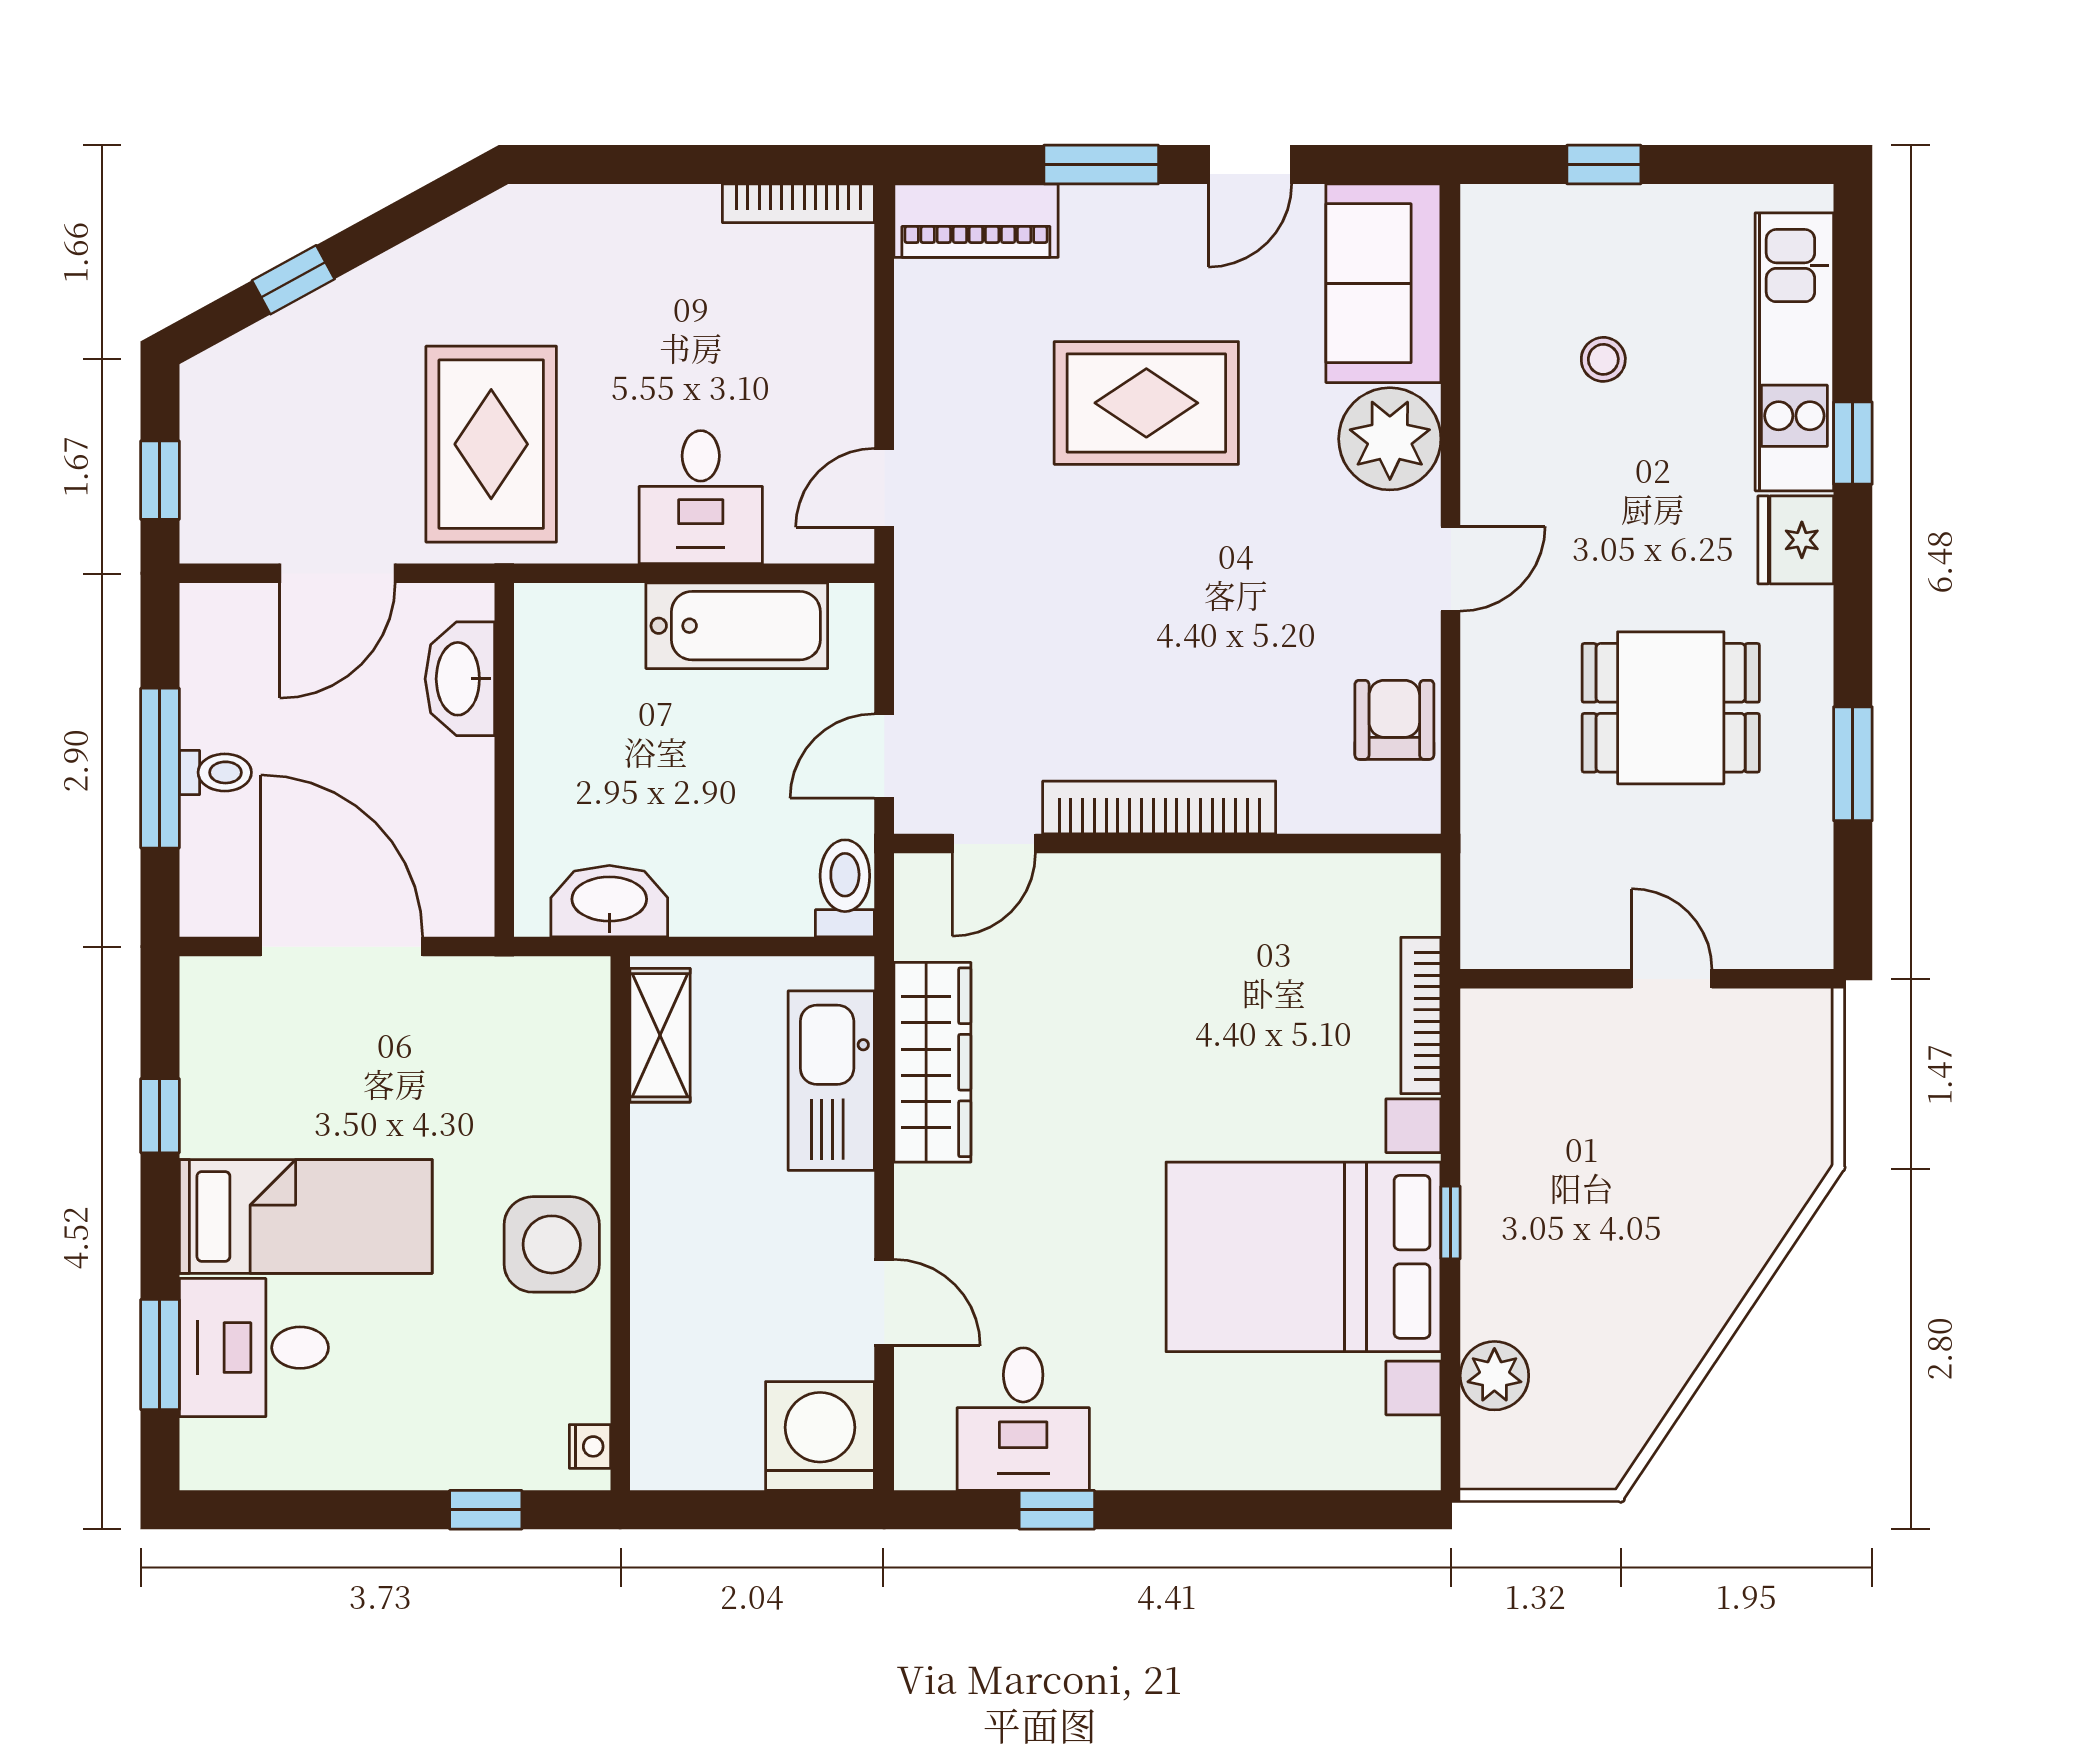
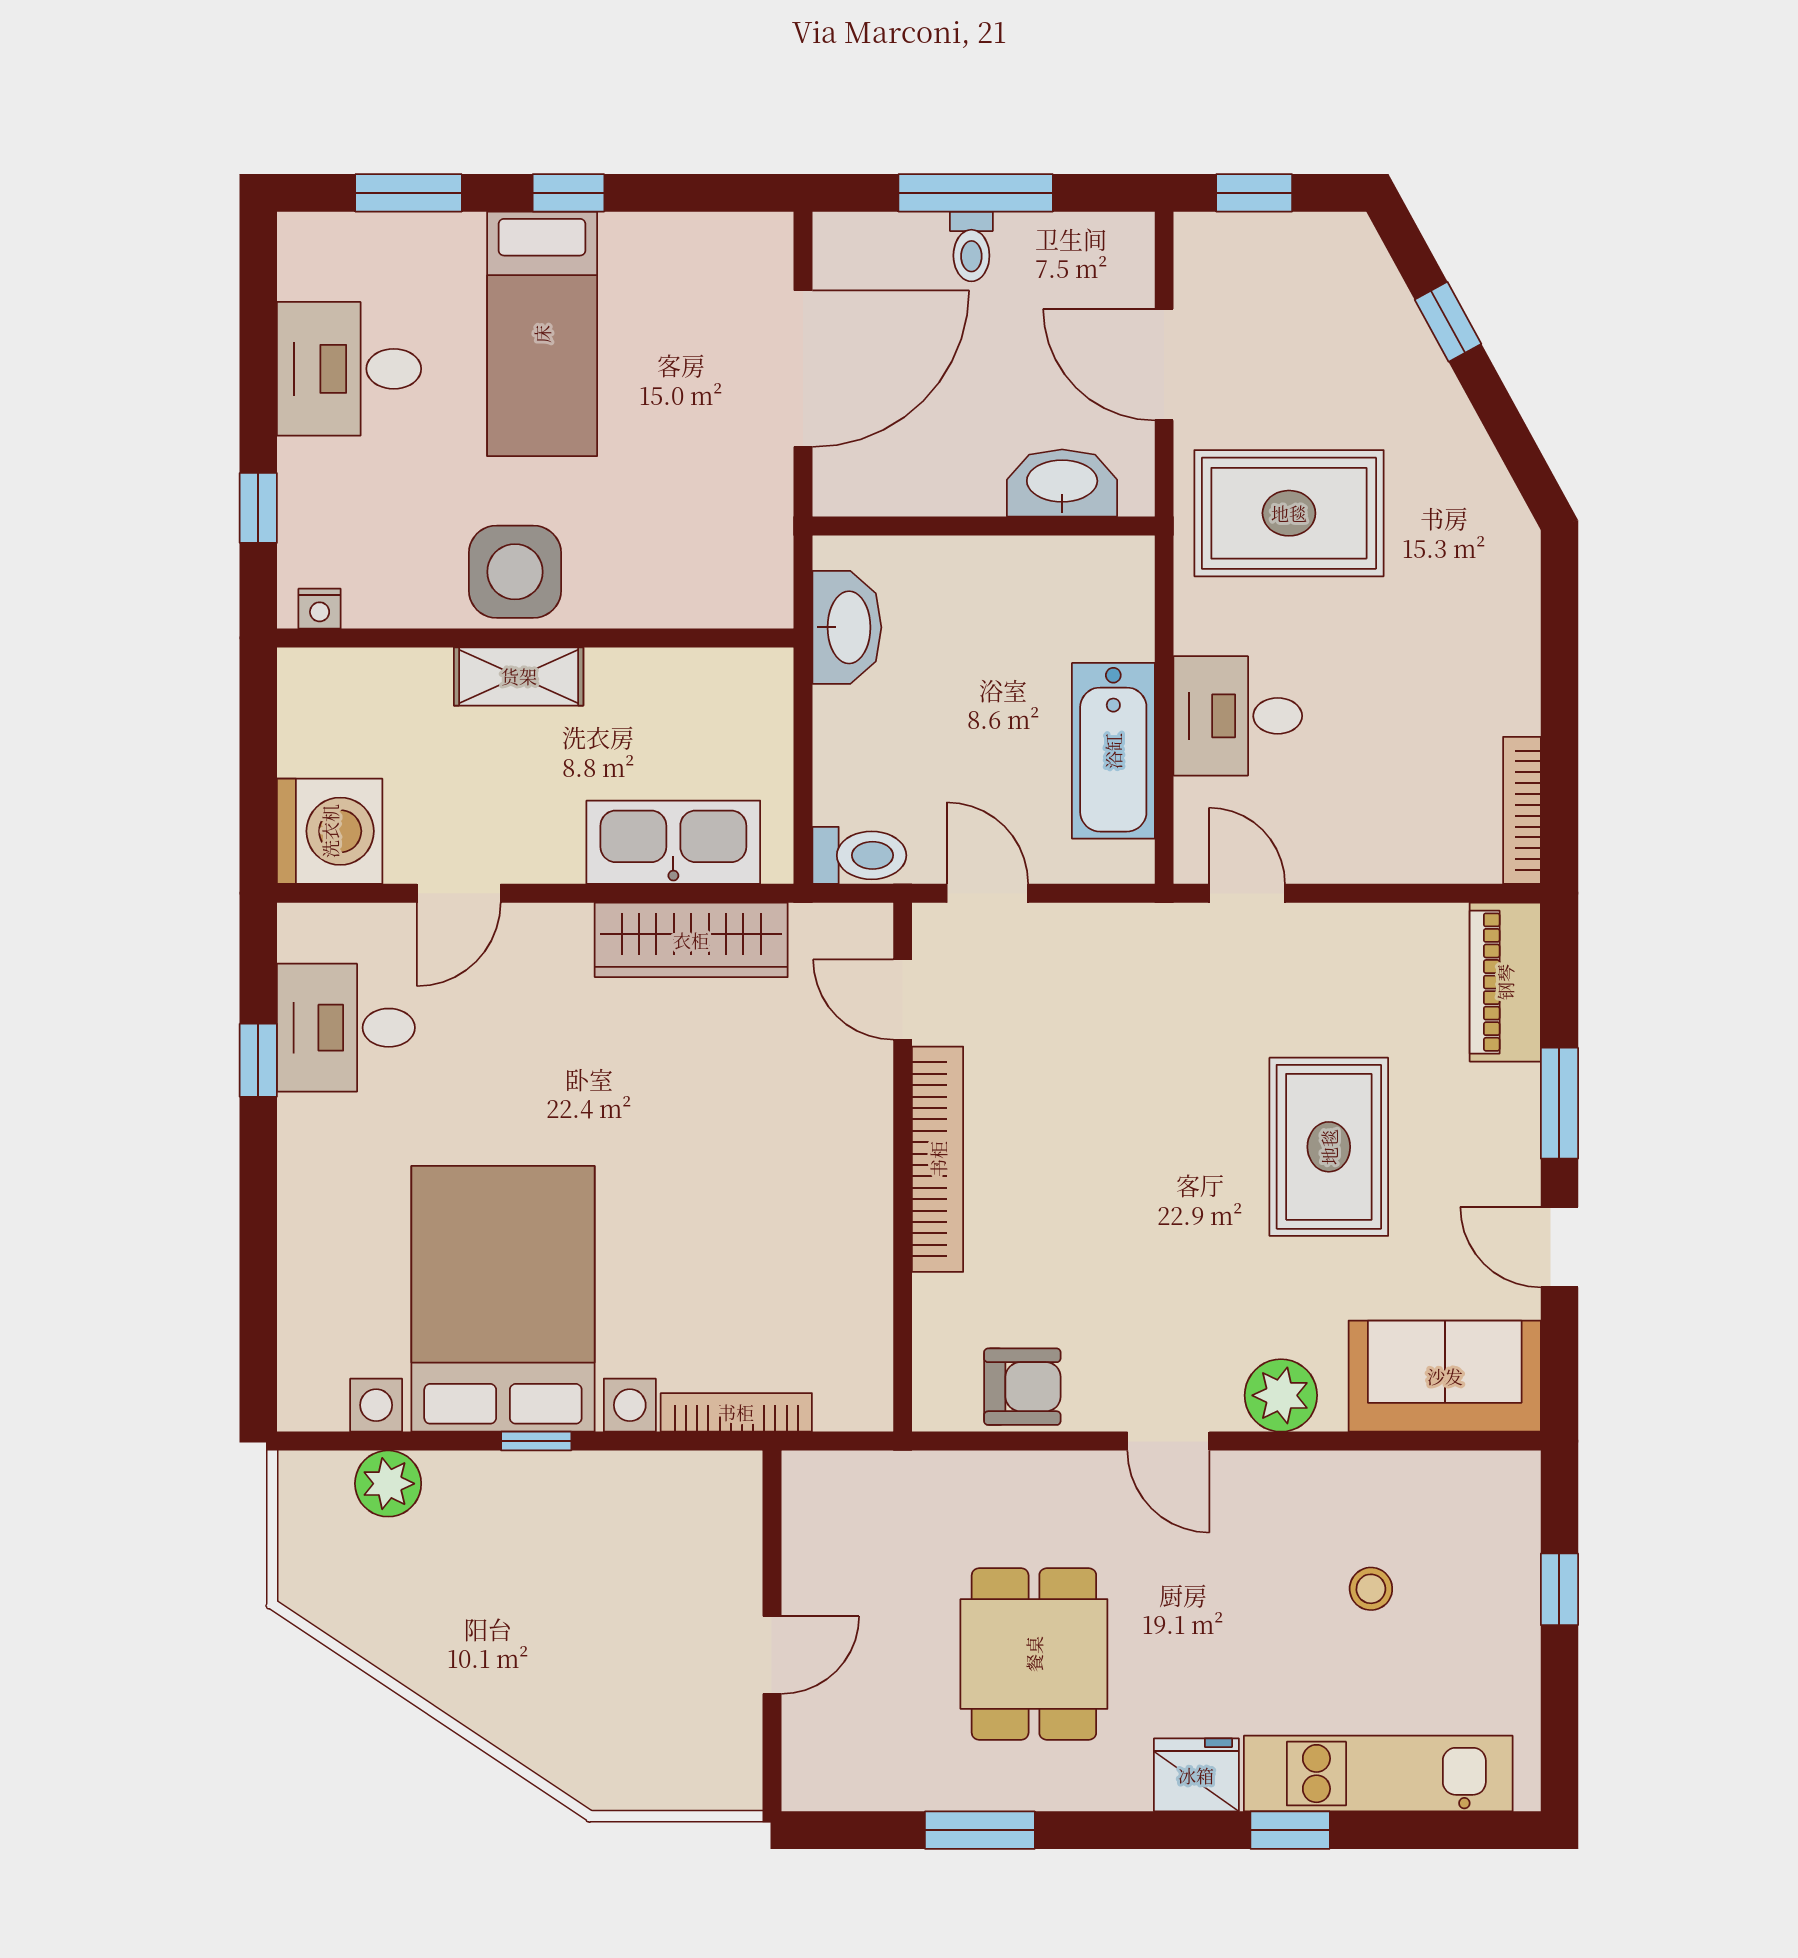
plant: (1390, 439) -> (1281, 1395), width x0.73, depth x0.73
shelving: (660, 1035) -> (519, 676), moved
window: (160, 1116) -> (568, 193), moved
desk: (254, 1348) -> (349, 369), moved, turned -90

